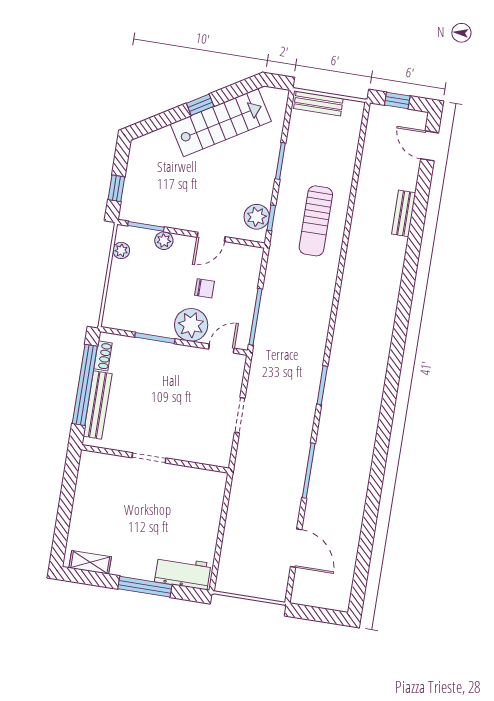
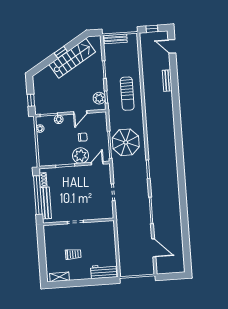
parasol: (289, 320) -> (126, 142), added
trolley: (129, 523) -> (73, 254), added
window: (145, 587) -> (88, 282), removed

